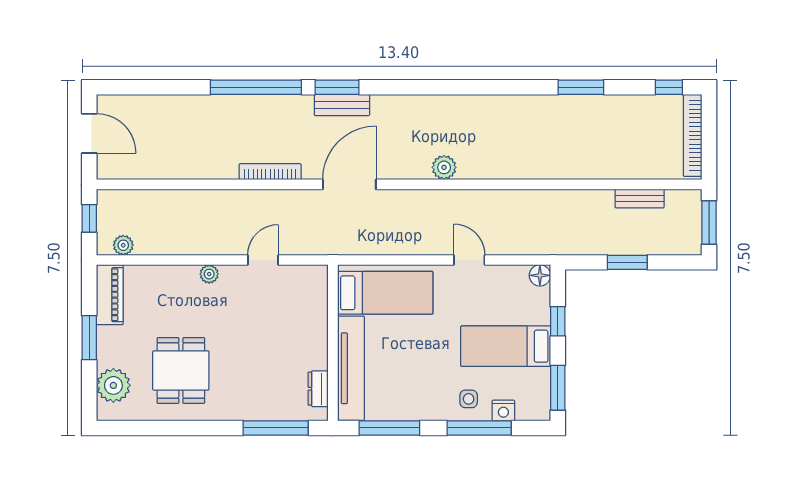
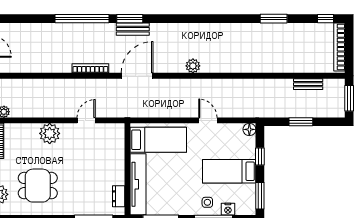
plant: (209, 274) -> (50, 133), width x1.87, depth x1.87
dining table: (181, 370) -> (38, 186), turned 90

